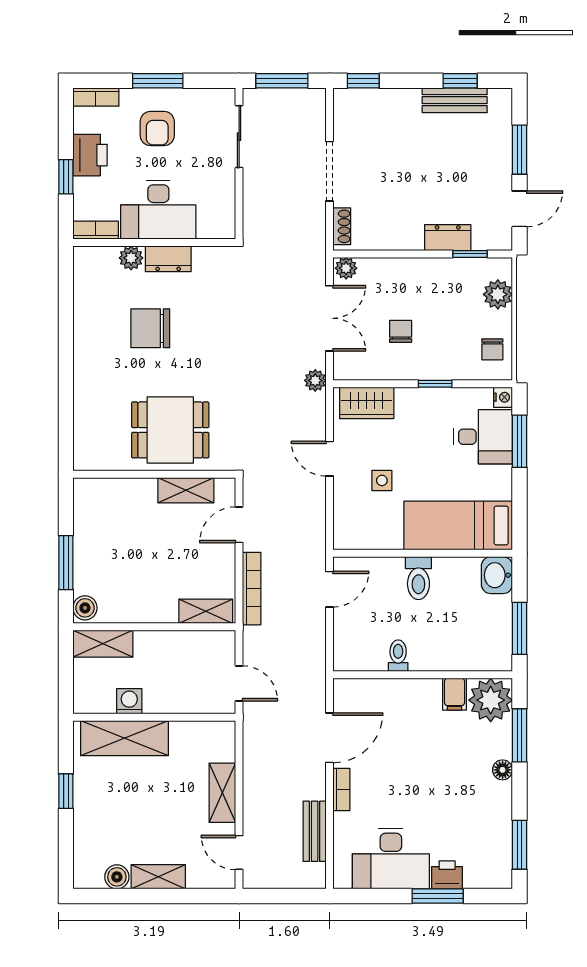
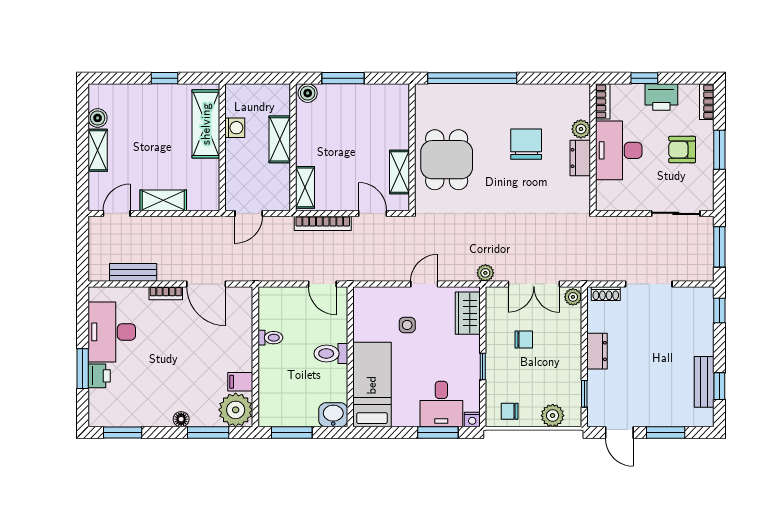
dresser: (448, 238) -> (597, 351), moved
window: (66, 397) -> (472, 78), added
shelving: (103, 644) -> (280, 139), moved

